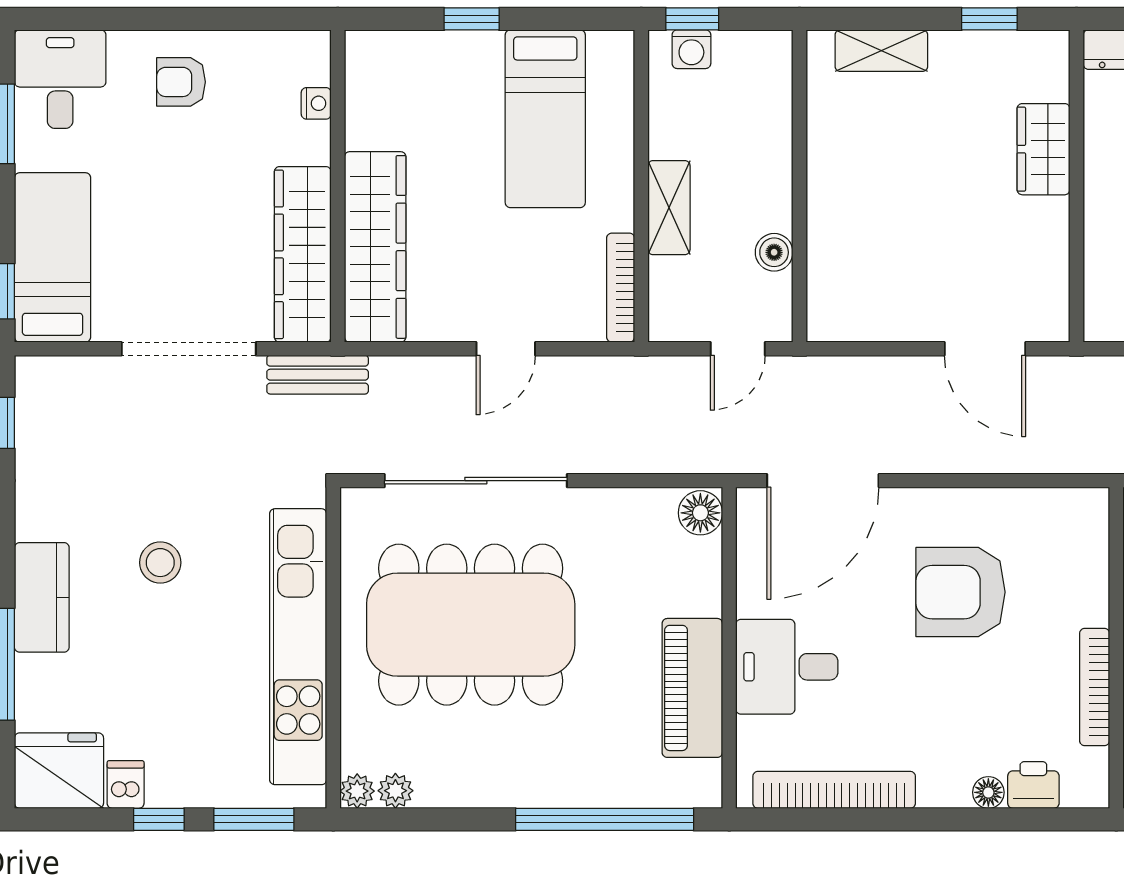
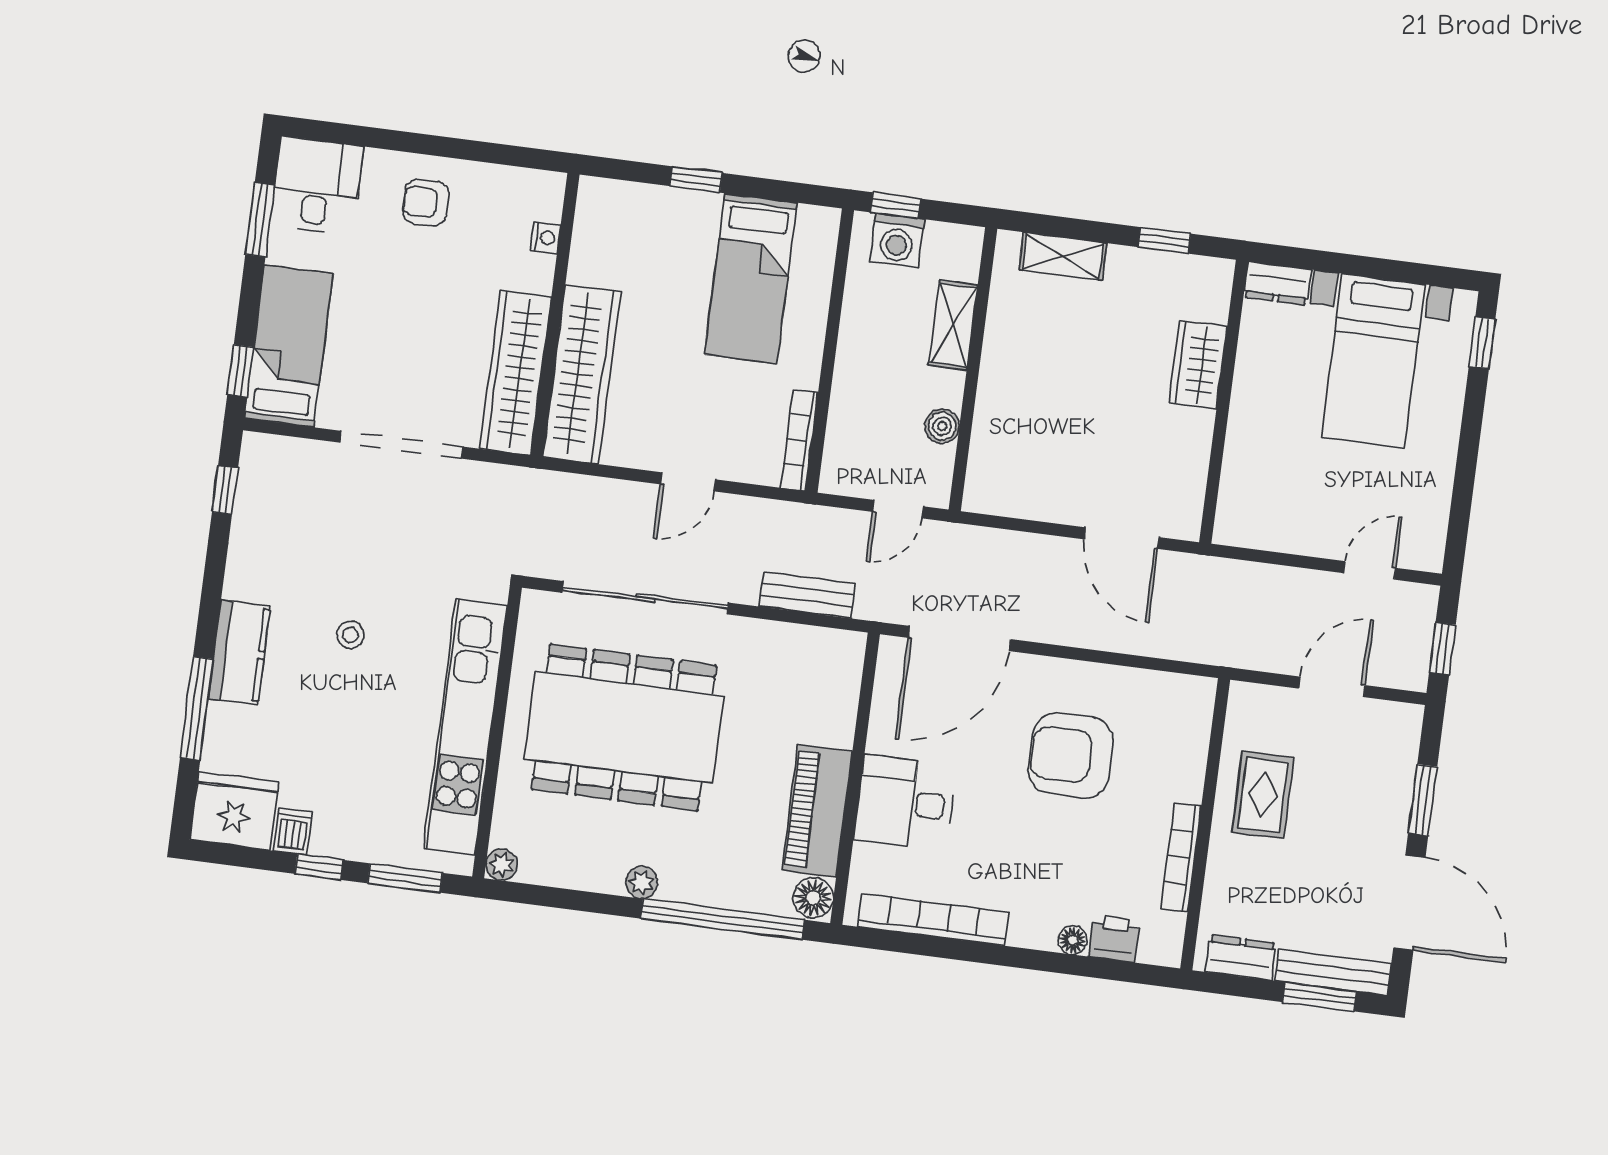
washing machine: (691, 49) -> (897, 240), width x1.38, depth x1.38
shelving: (669, 208) -> (953, 325), moved
bench: (318, 375) -> (808, 595), moved
floor lamp: (700, 513) -> (813, 898), moved
stool: (160, 563) -> (350, 635), width x0.73, depth x0.73
plant: (395, 791) -> (642, 883), moved

